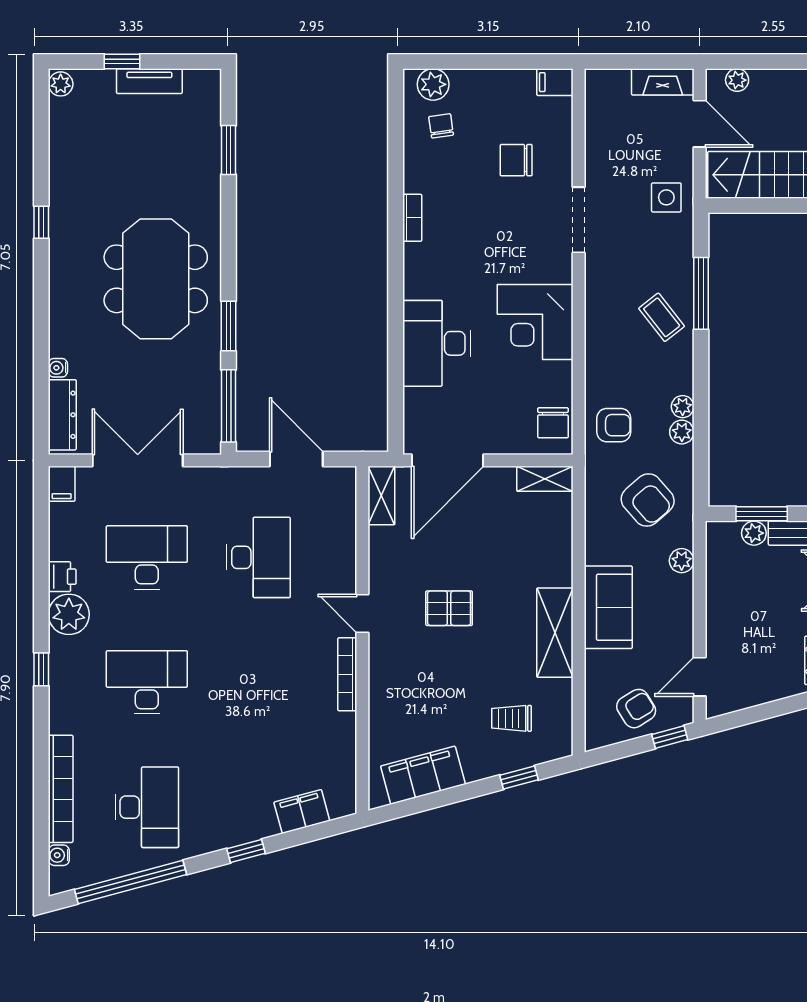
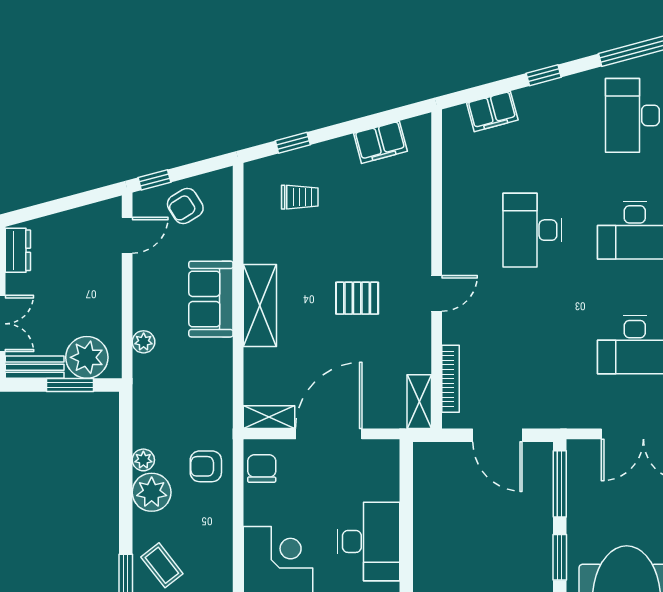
plant: (683, 407) -> (152, 492), width x1.88, depth x1.88
door: (447, 460) -> (329, 434), moved
armchair: (648, 500) -> (175, 398), removed
plant: (754, 533) -> (87, 357), width x1.88, depth x1.88
desk: (258, 557) -> (532, 230), moved
door: (362, 613) -> (437, 293), hinge flipped
shelving: (555, 633) -> (260, 305), moved
bookcase: (347, 674) -> (451, 379), moved
filing cabinet: (423, 775) -> (380, 142), width x0.67, depth x0.86

